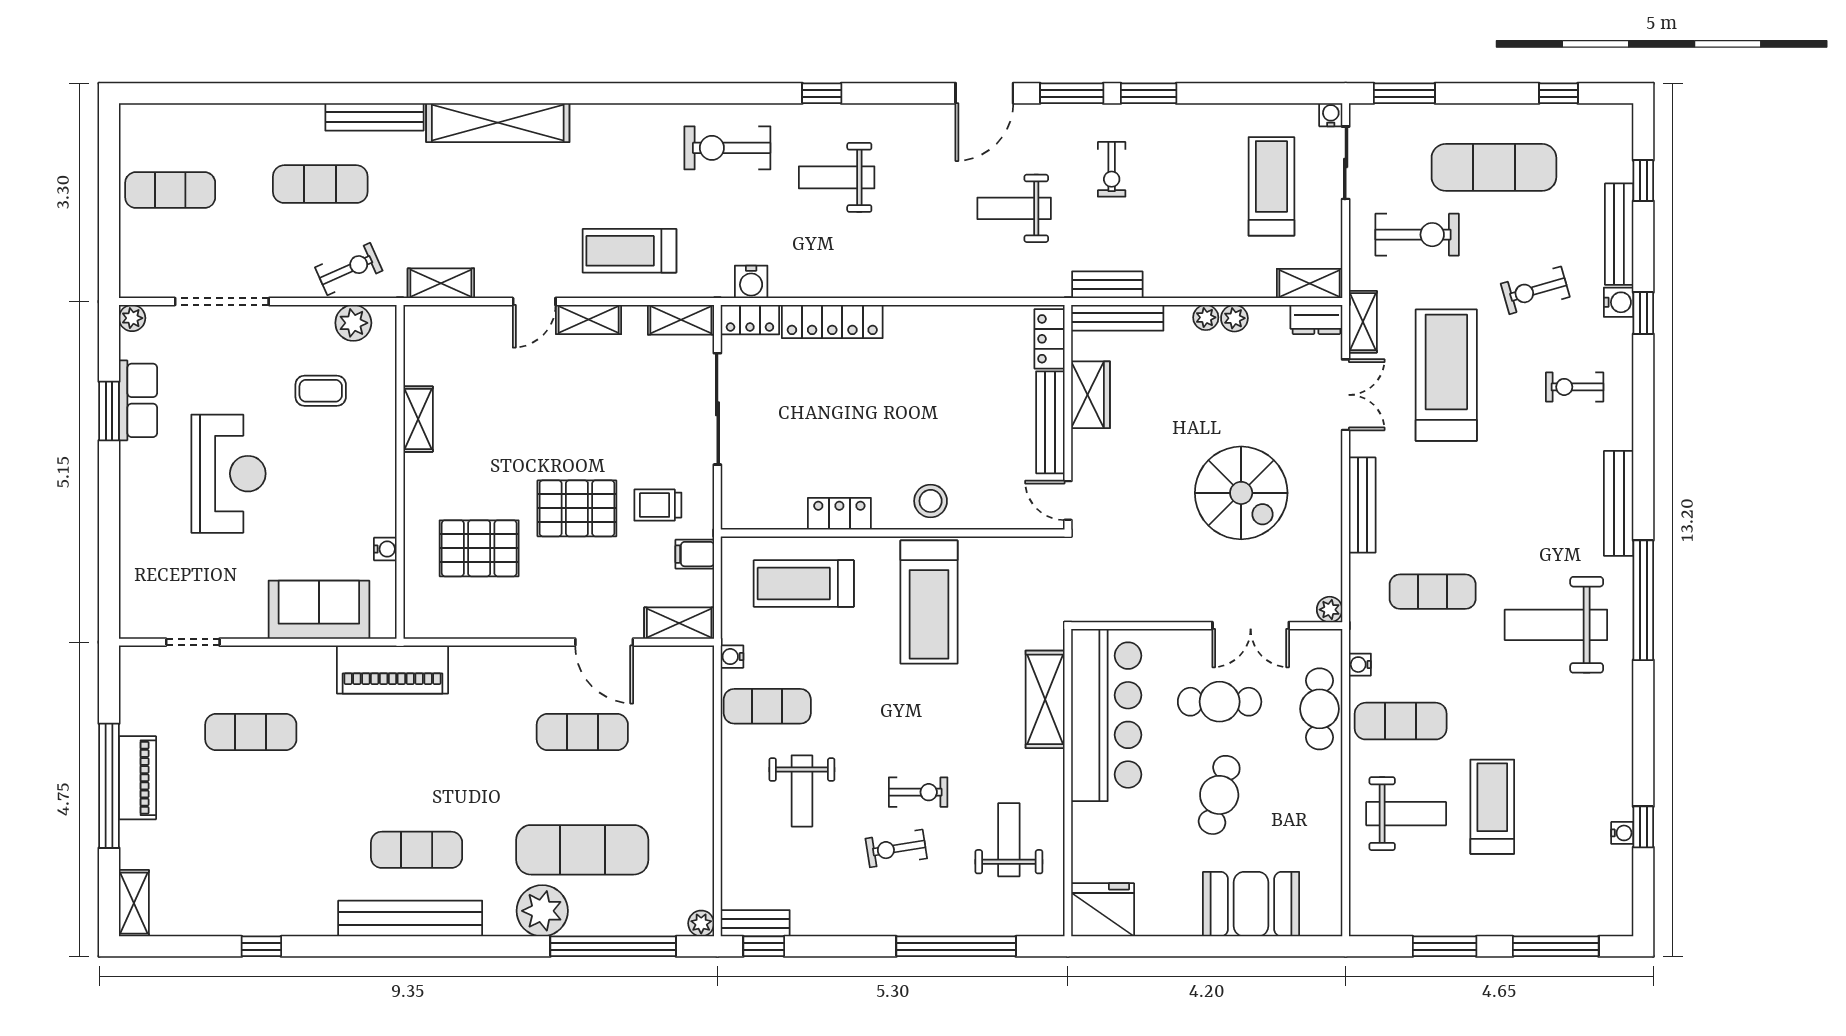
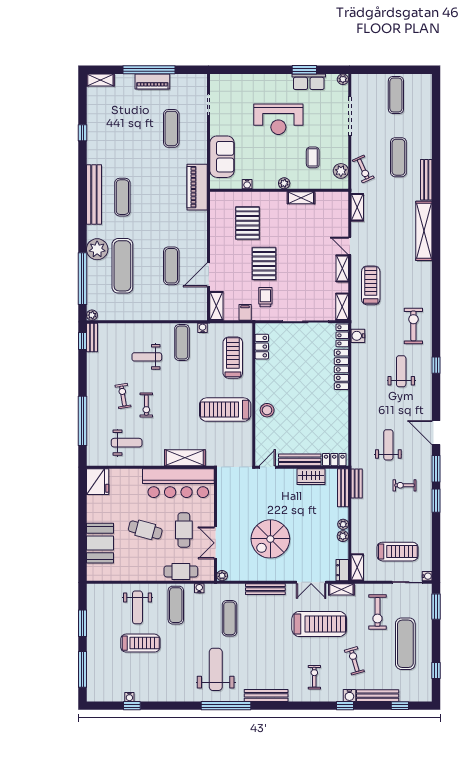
plant: (383, 460) -> (284, 183), added
locker: (839, 514) -> (262, 347), moved

